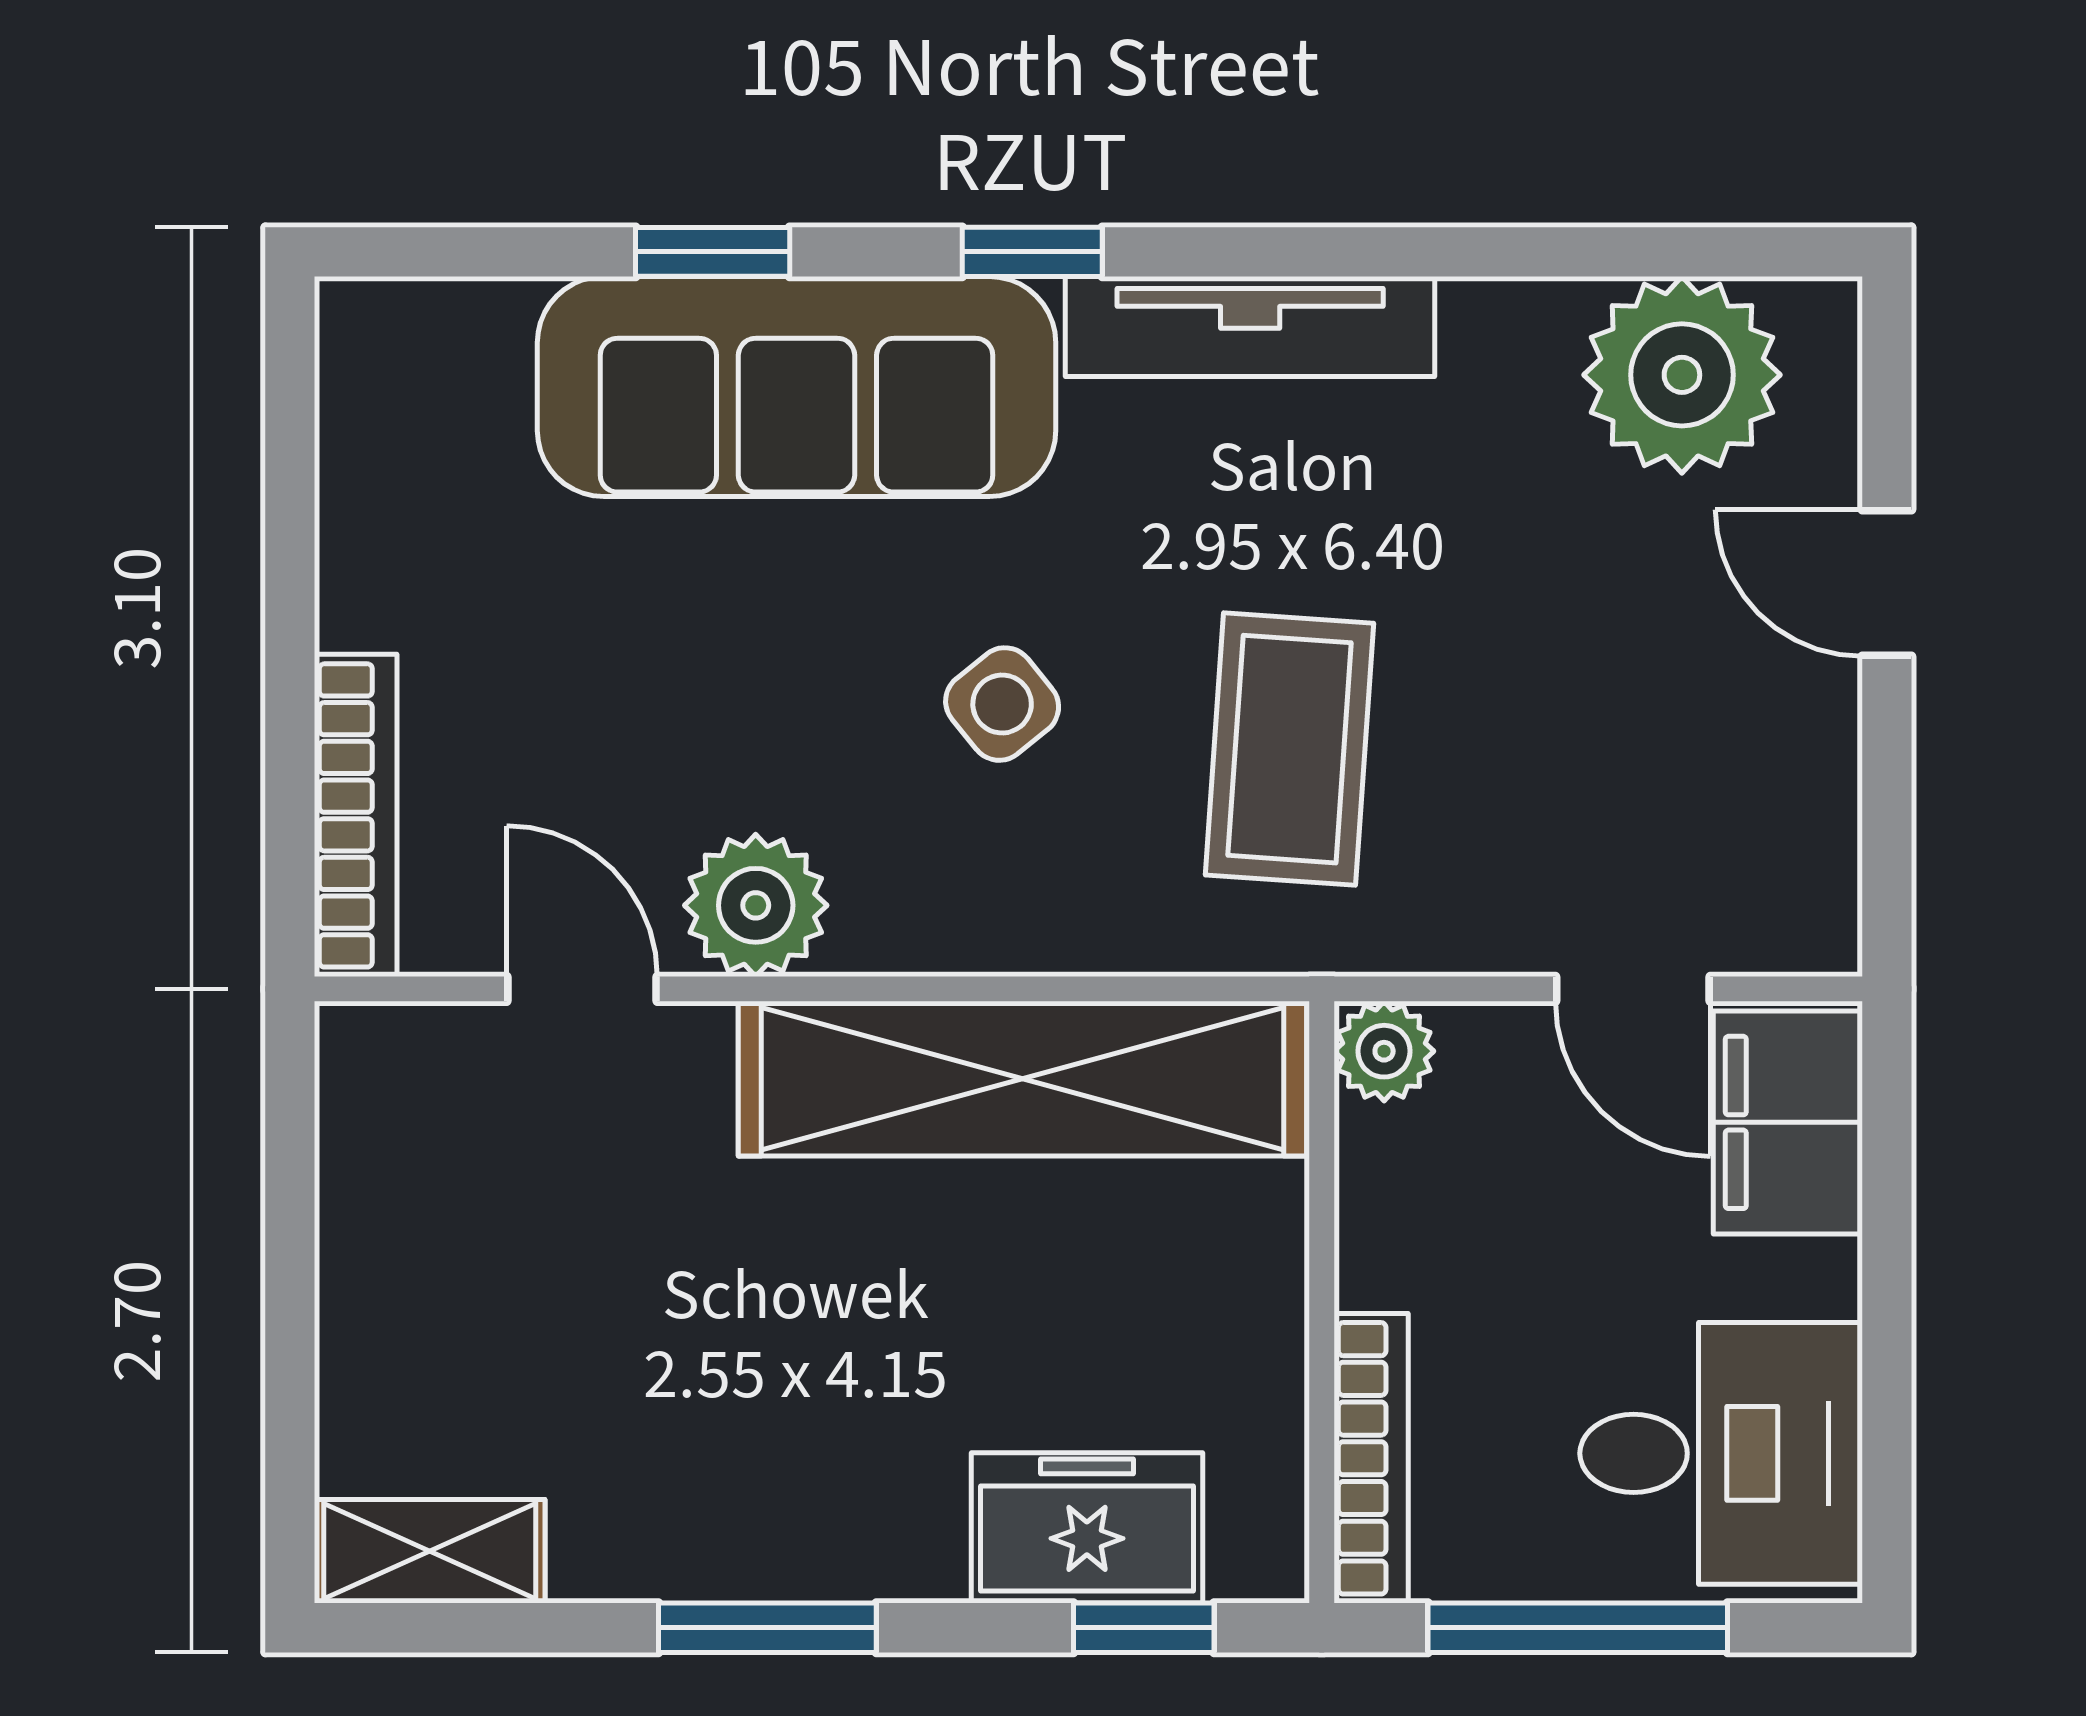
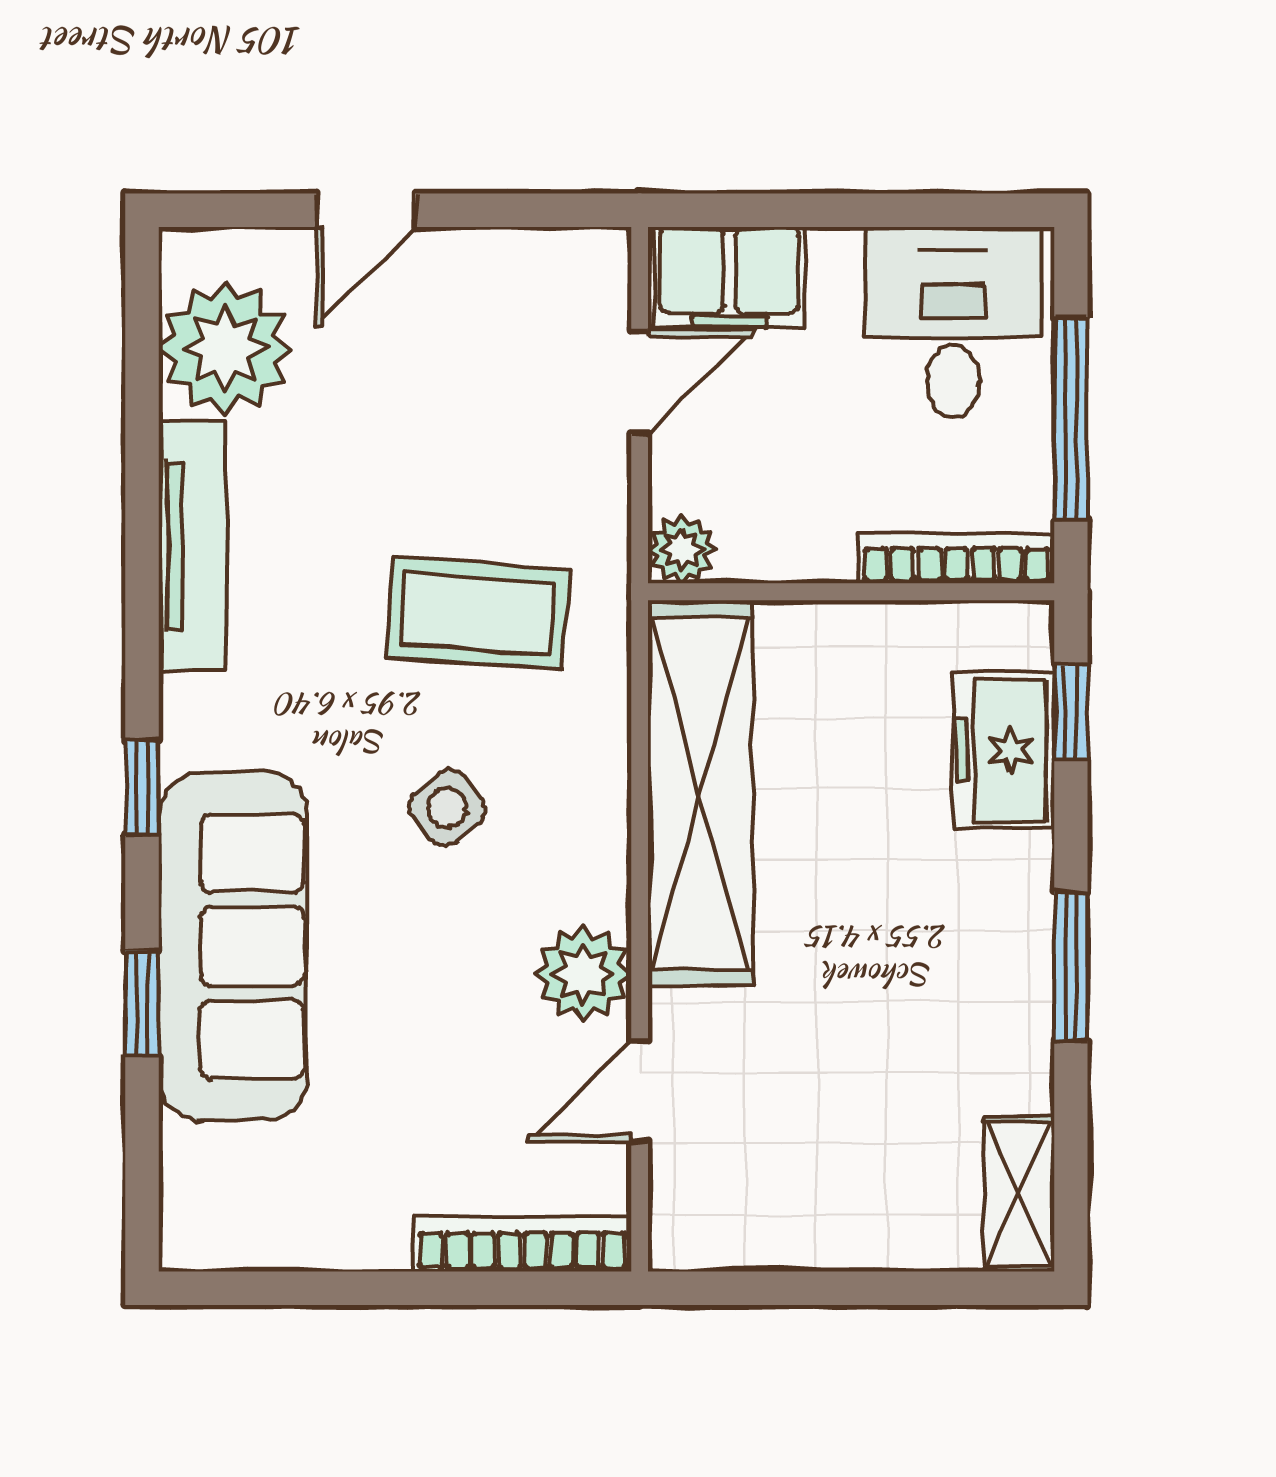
tv unit: (1250, 326) -> (192, 546), moved

